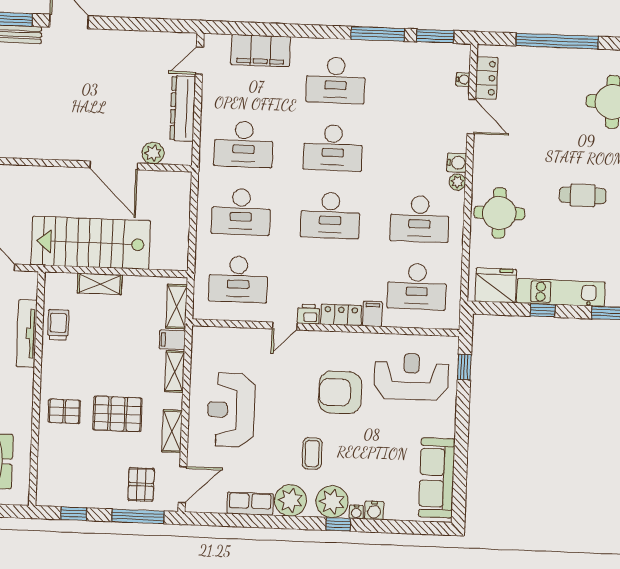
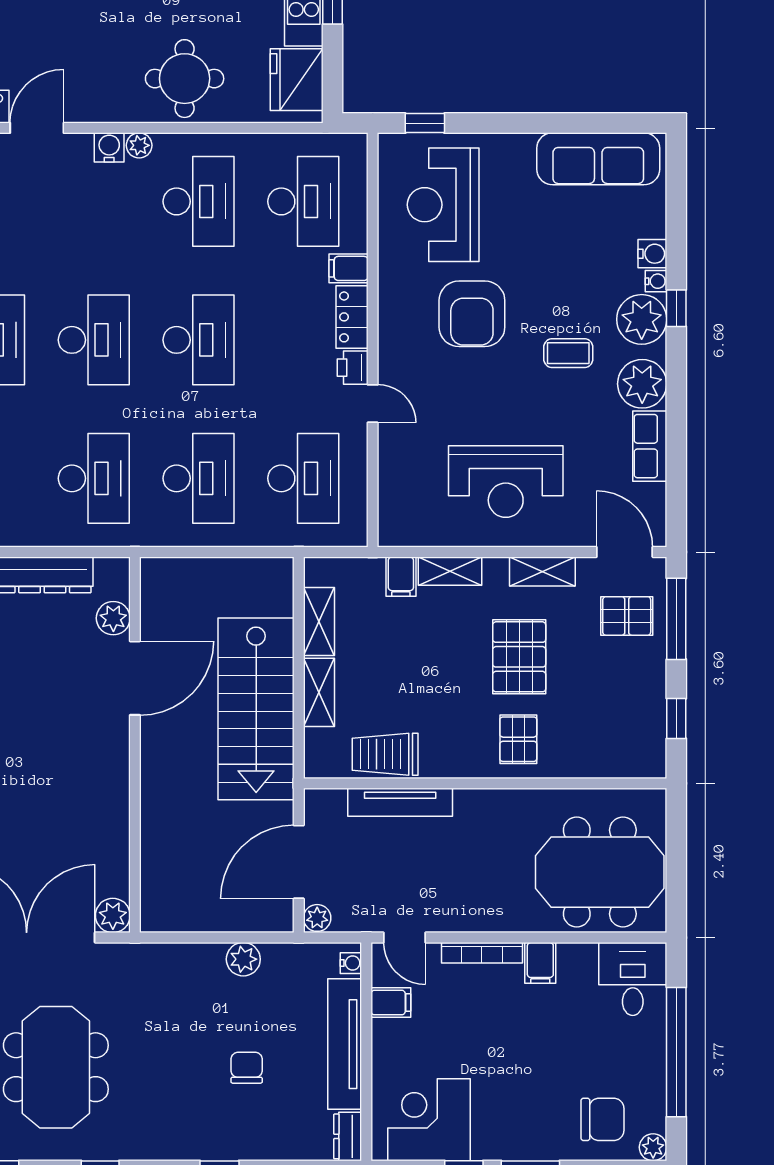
shelving: (177, 307) -> (319, 622), moved, turned 90
trolley: (58, 325) -> (385, 754), width x1.36, depth x1.39

